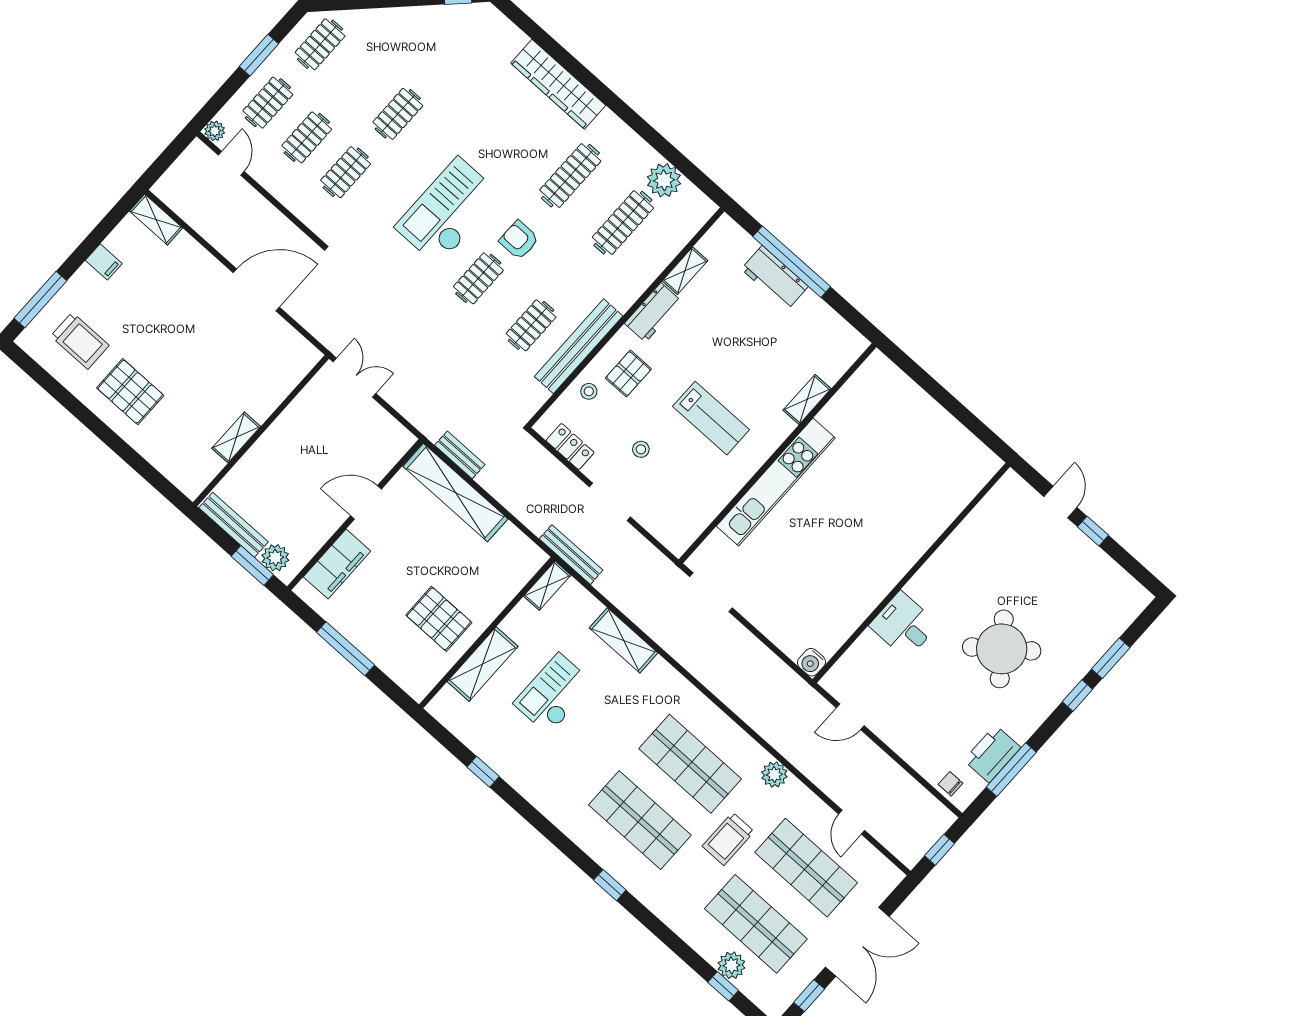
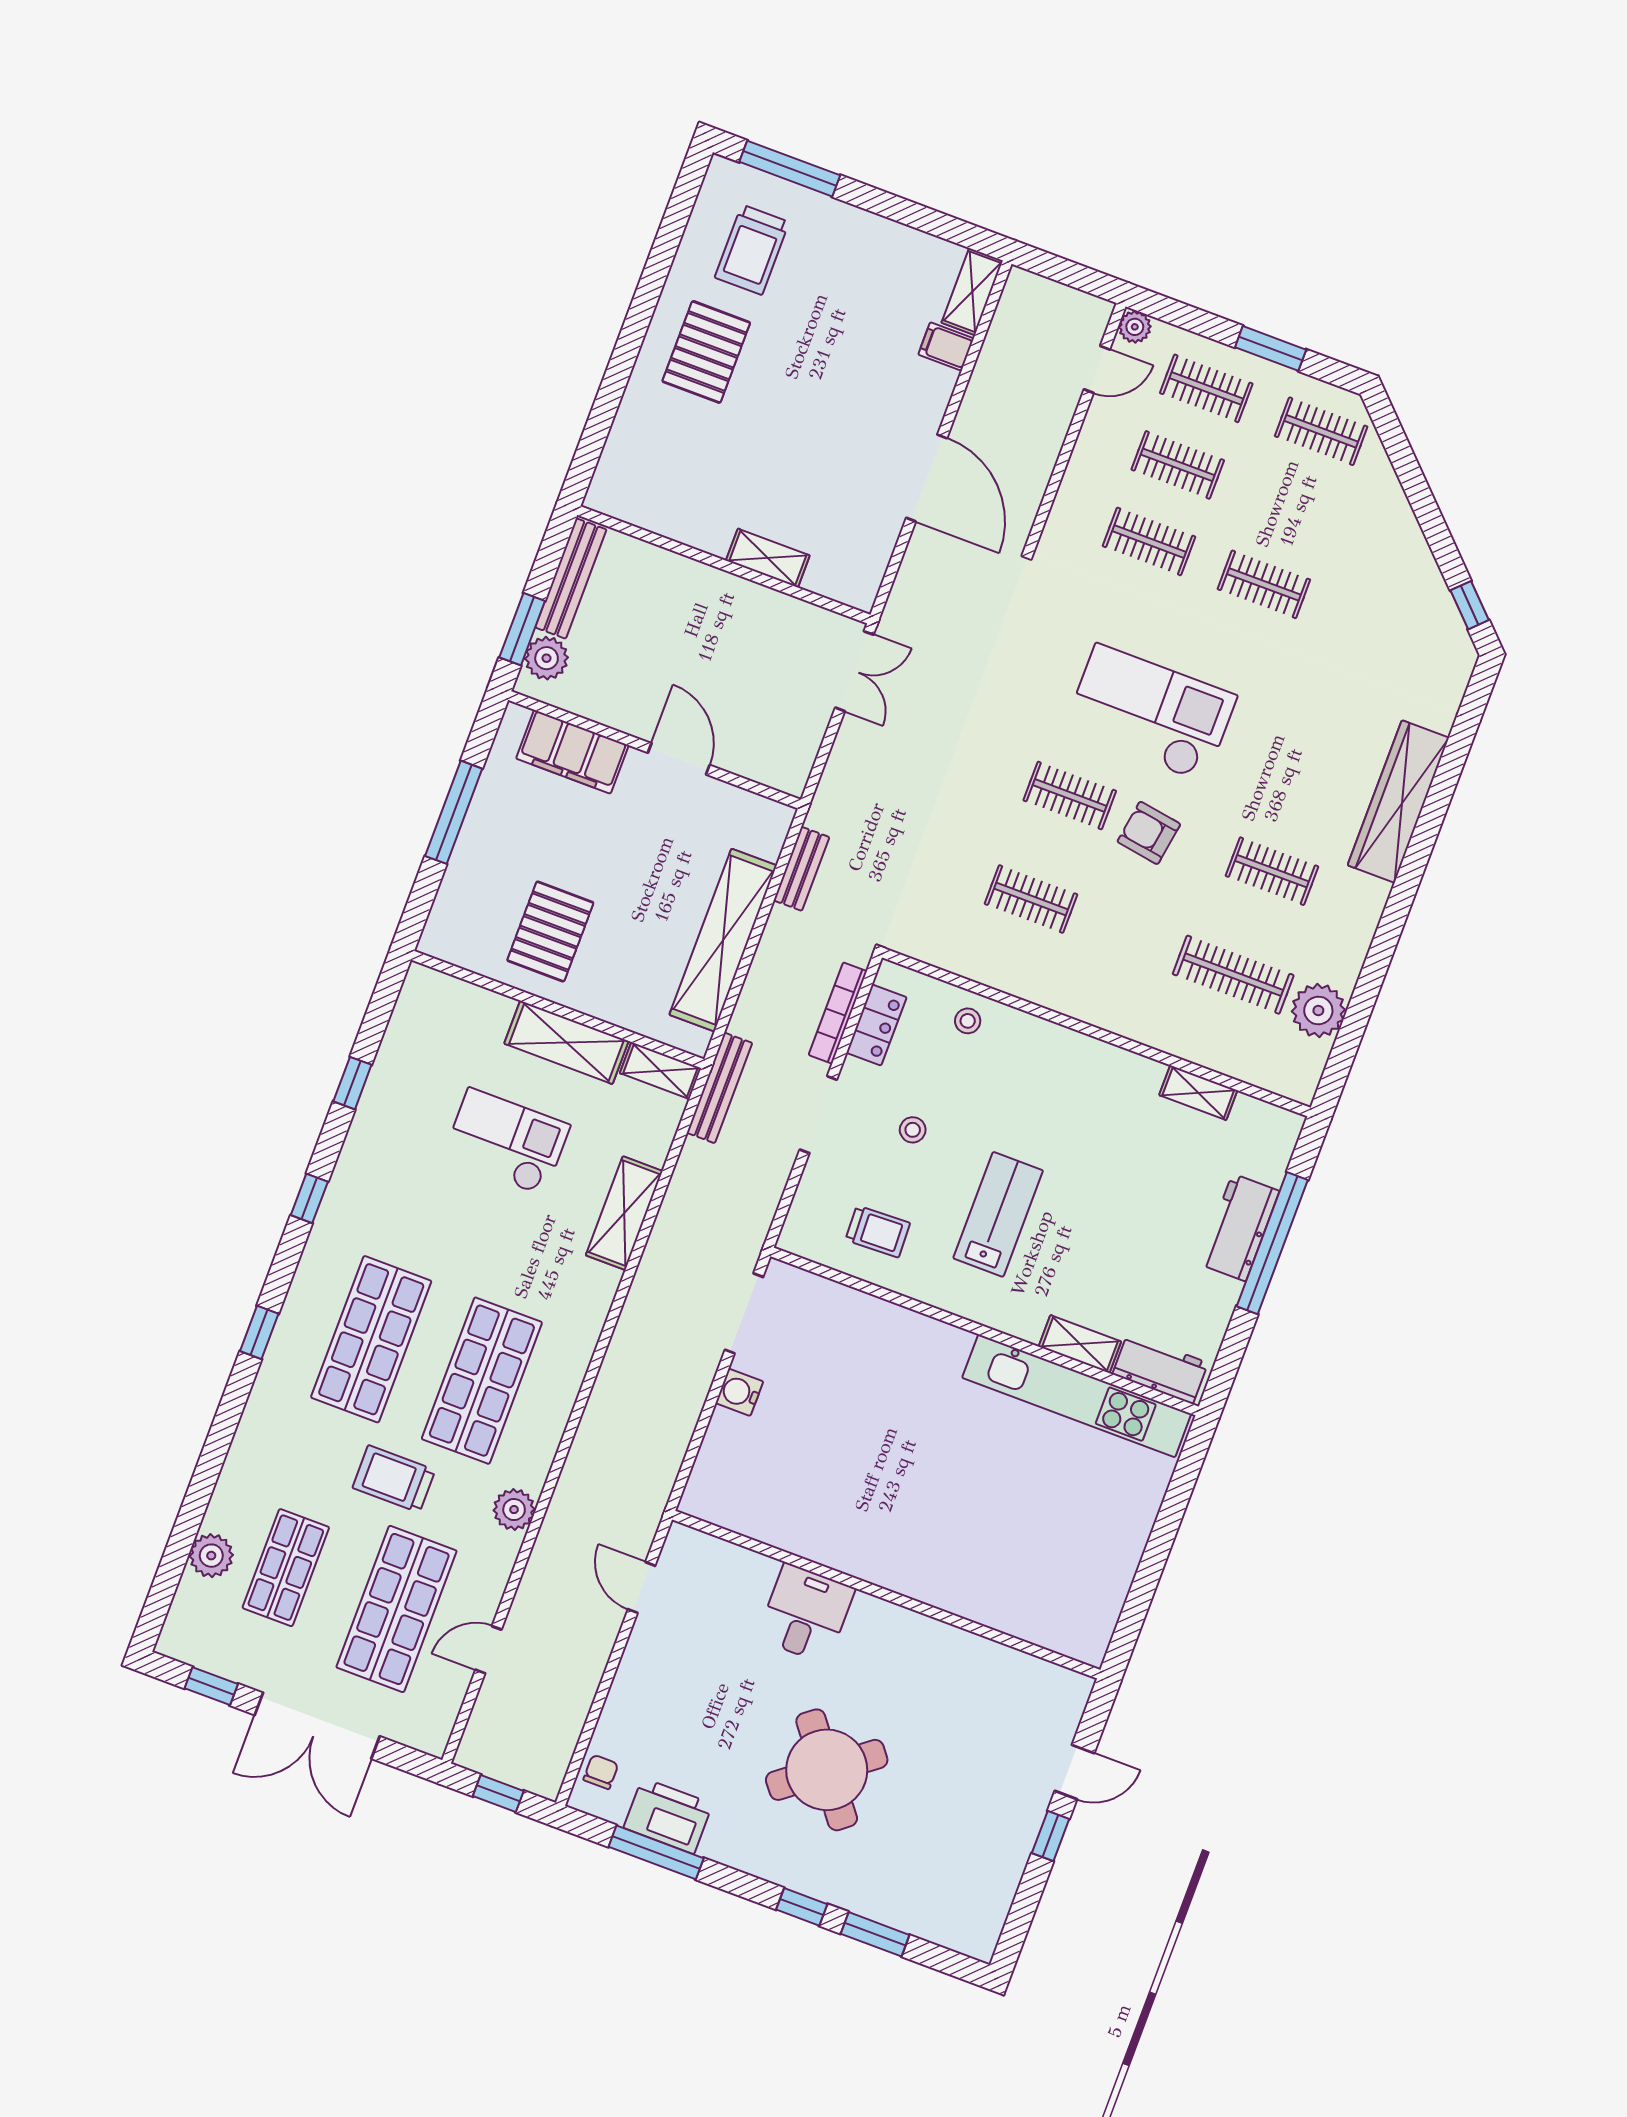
clothes rail: (570, 176) -> (1272, 871), width x0.73
armchair: (519, 240) -> (1149, 833), turned -81
filing cabinet: (104, 262) -> (946, 346), moved, turned 90
workbench: (653, 312) -> (1160, 1368), moved, turned 180
bench: (579, 346) -> (1028, 980), removed
pallet: (628, 374) -> (1016, 1069), removed
lab bench: (711, 418) -> (998, 1214), turned 180
shelving: (236, 437) -> (768, 558), moved
bookcase: (554, 467) -> (838, 1013), added
kitchen unit: (776, 482) -> (1077, 1396), moved
shelving: (455, 493) -> (723, 940), moved
trolley: (693, 494) -> (878, 1231), added
water cooler: (811, 662) -> (739, 1392), moved
shelving: (483, 664) -> (566, 1042), moved
shop shelf: (756, 924) -> (286, 1568), width x0.70, depth x0.74
window: (723, 986) -> (309, 1198), moved

